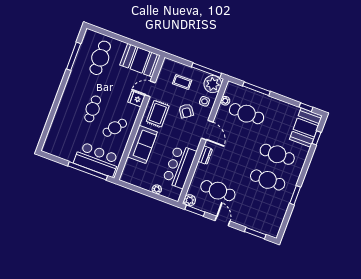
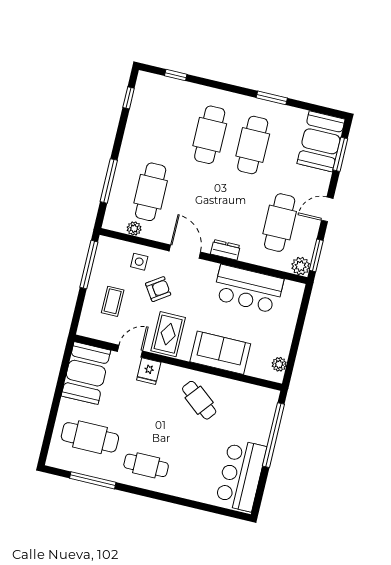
plant: (213, 84) -> (110, 252), removed
door: (150, 89) -> (130, 351), swing flipped
cafe table: (93, 109) -> (146, 465), moved
rug: (158, 114) -> (168, 334), turned 90
booth: (306, 128) -> (321, 141), moved, turned 90
door: (207, 130) -> (185, 252), hinge flipped
bar counter: (97, 159) -> (241, 475), moved
plant: (157, 189) -> (279, 364), moved

